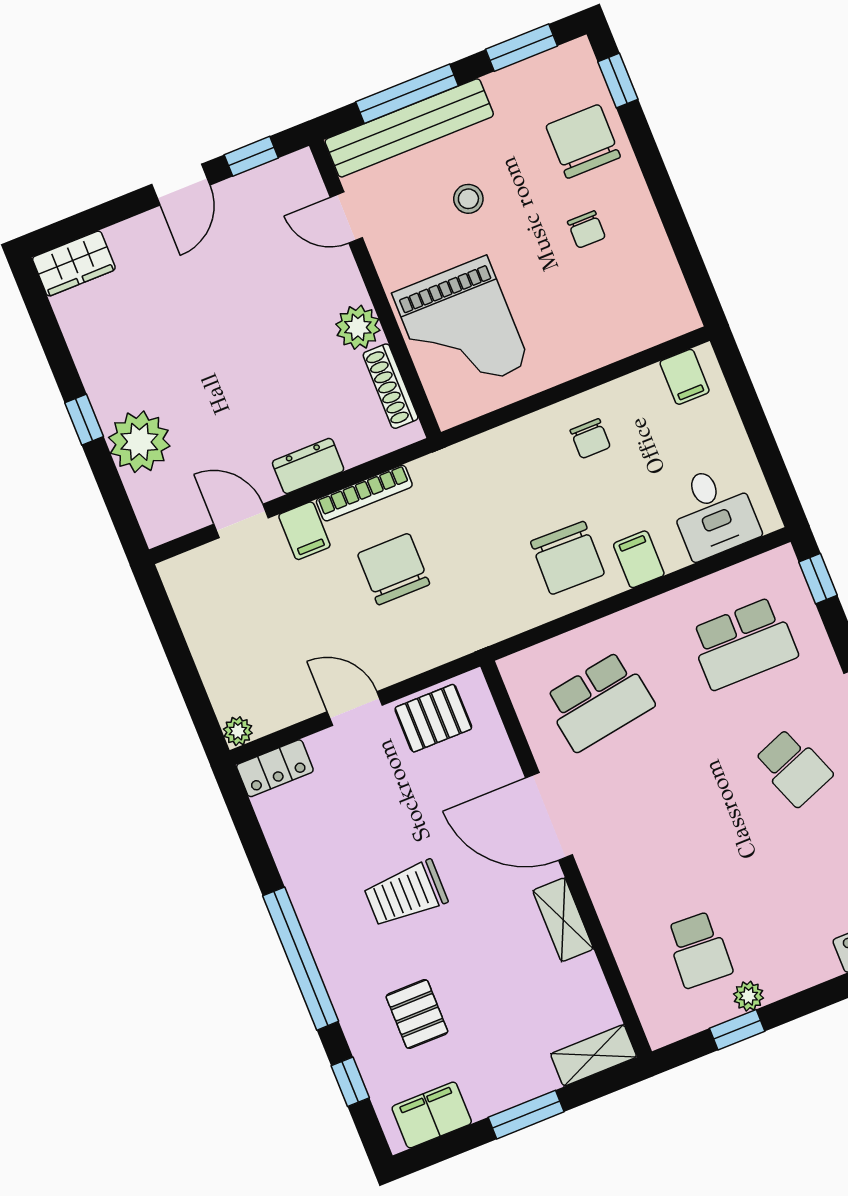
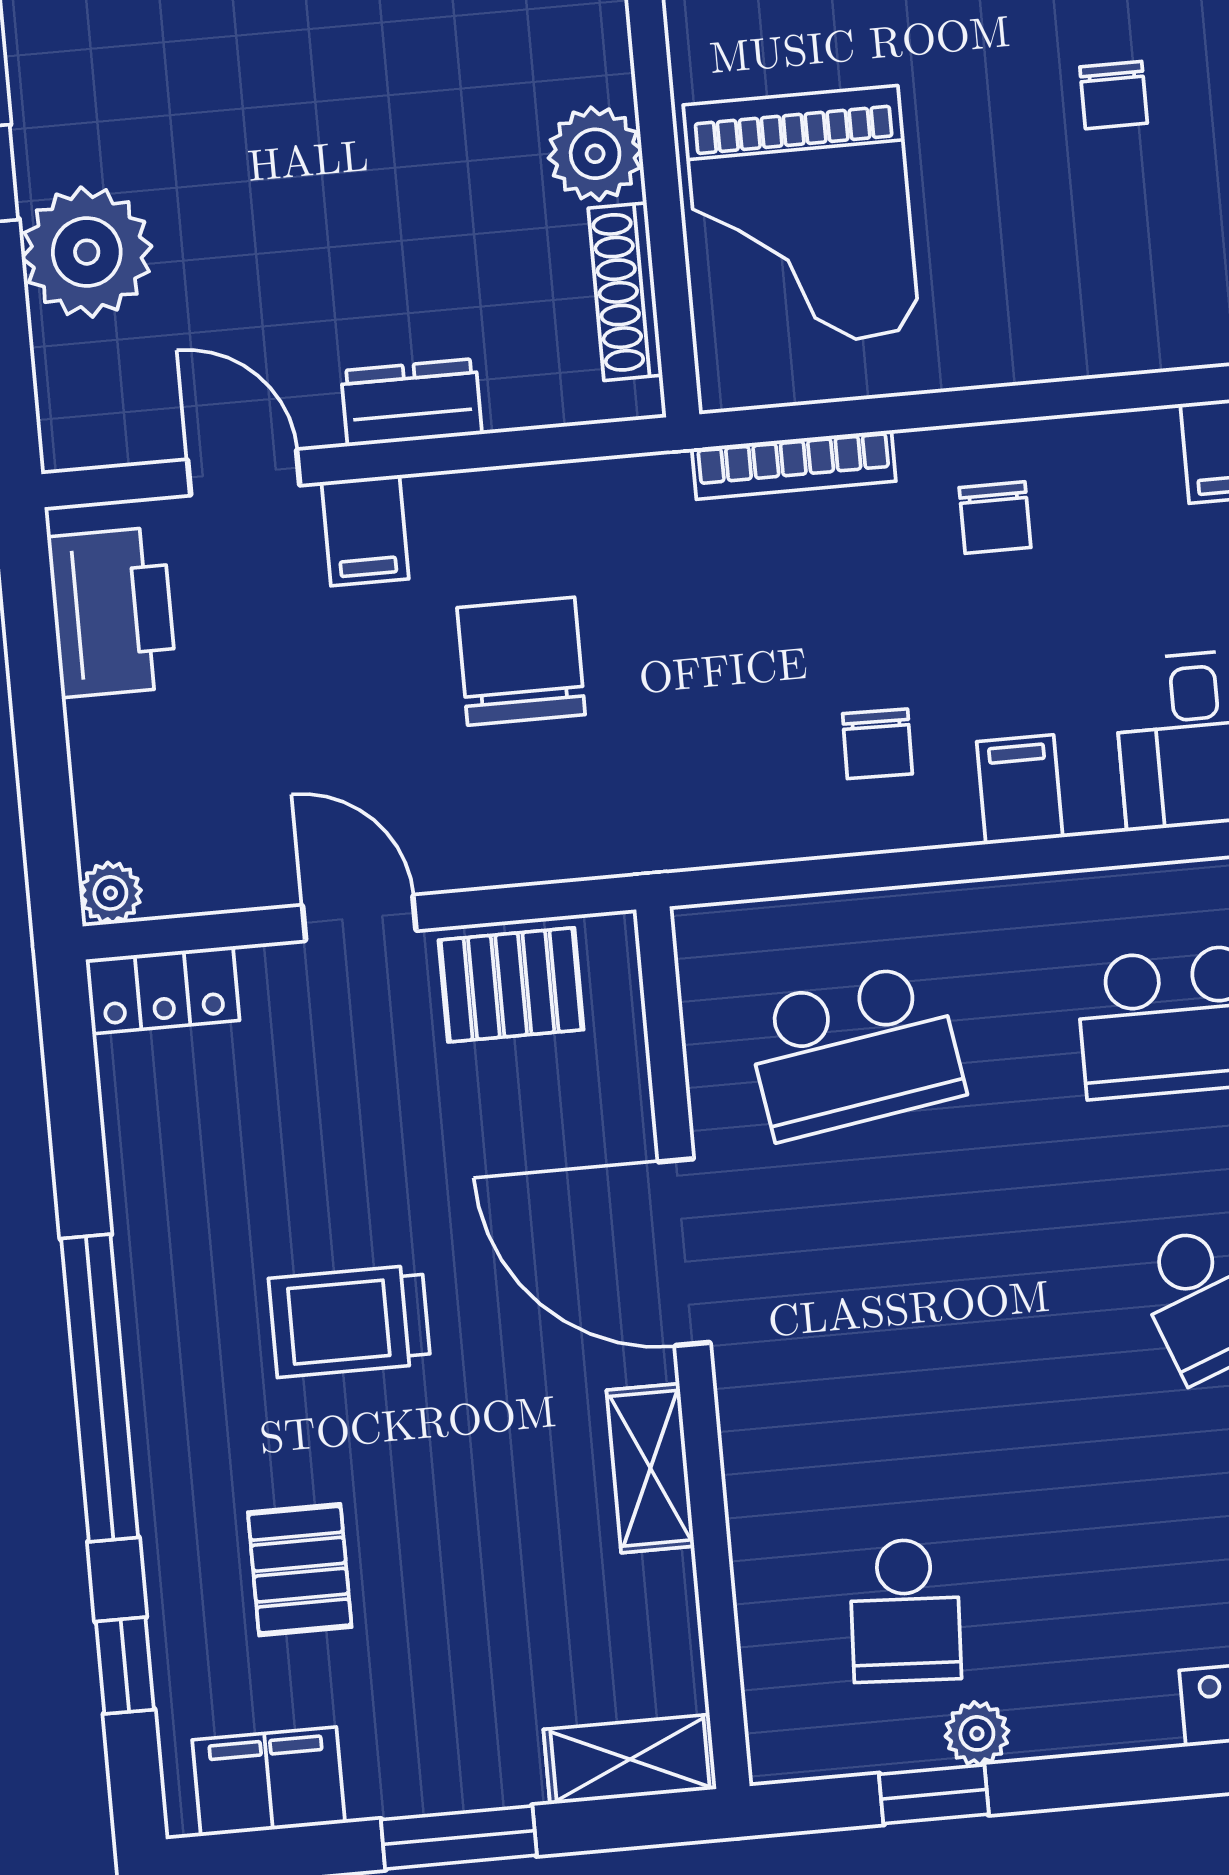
bookcase: (364, 493) -> (794, 465), moved
chair: (568, 558) -> (877, 744), width x0.54, depth x0.54
printer: (200, 603) -> (112, 612), added

